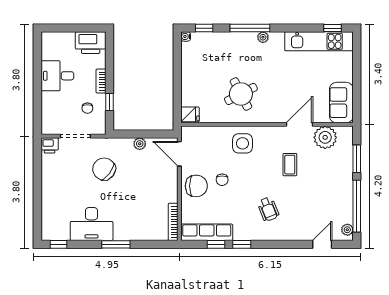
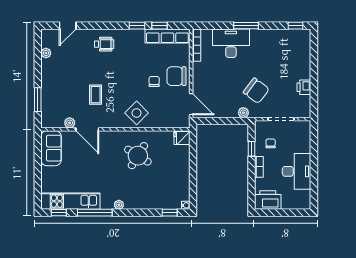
window: (250, 28) -> (95, 213), moved
desk: (57, 76) -> (297, 171), width x1.37
round table: (241, 94) -> (138, 156), turned -31
door: (299, 124) -> (87, 129), hinge flipped
plant: (325, 137) -> (70, 123), width x0.53, depth x0.53
side table: (242, 143) -> (137, 113), turned 45
plant: (140, 144) -> (243, 113), moved
printer: (50, 145) -> (304, 87), moved, turned -90
window: (357, 206) -> (38, 59), removed
wheelchair: (268, 209) -> (104, 44), moved, turned 112
desk: (92, 224) -> (231, 43), moved
plant: (347, 230) -> (46, 53), moved

